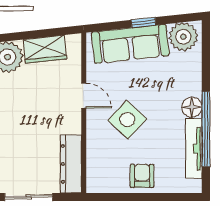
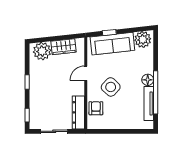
window: (143, 22) -> (109, 33), moved
door: (84, 96) -> (86, 73), swing flipped
armchair: (142, 176) -> (96, 108), moved

